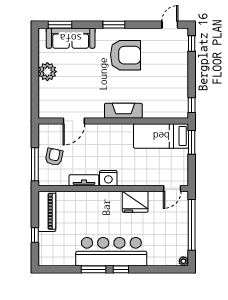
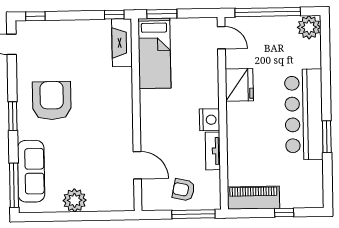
window: (60, 25) -> (14, 185), width x1.44
fireplace: (123, 111) -> (122, 43), moved
plant: (183, 261) -> (309, 27), width x1.87, depth x1.87
window: (121, 269) -> (326, 102), removed

